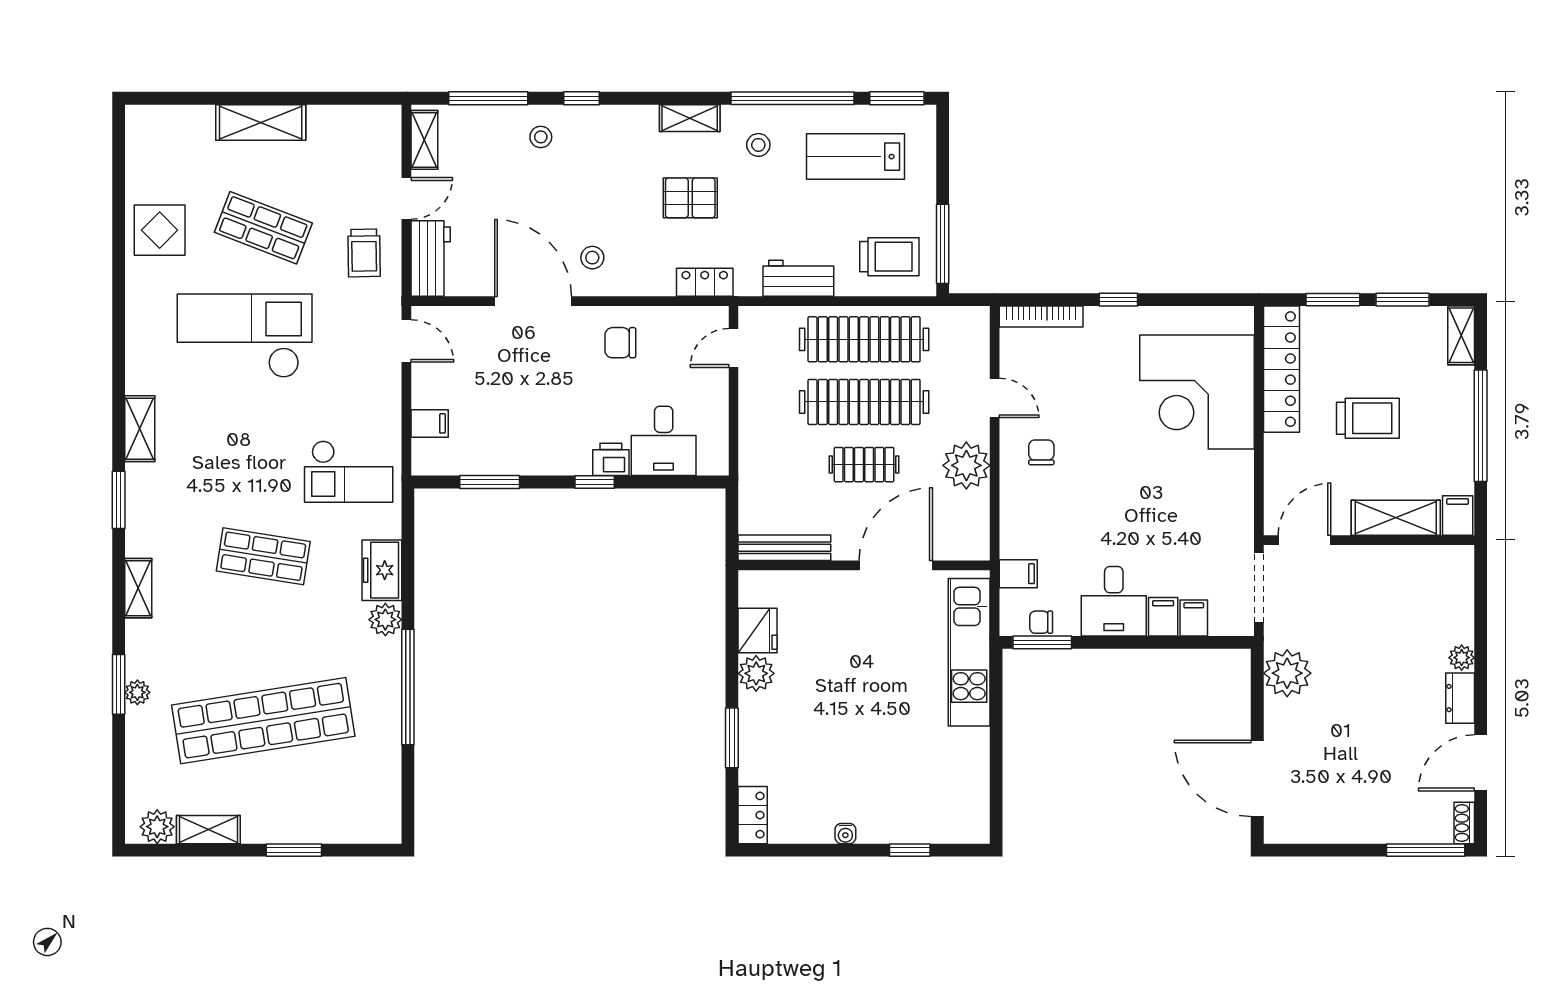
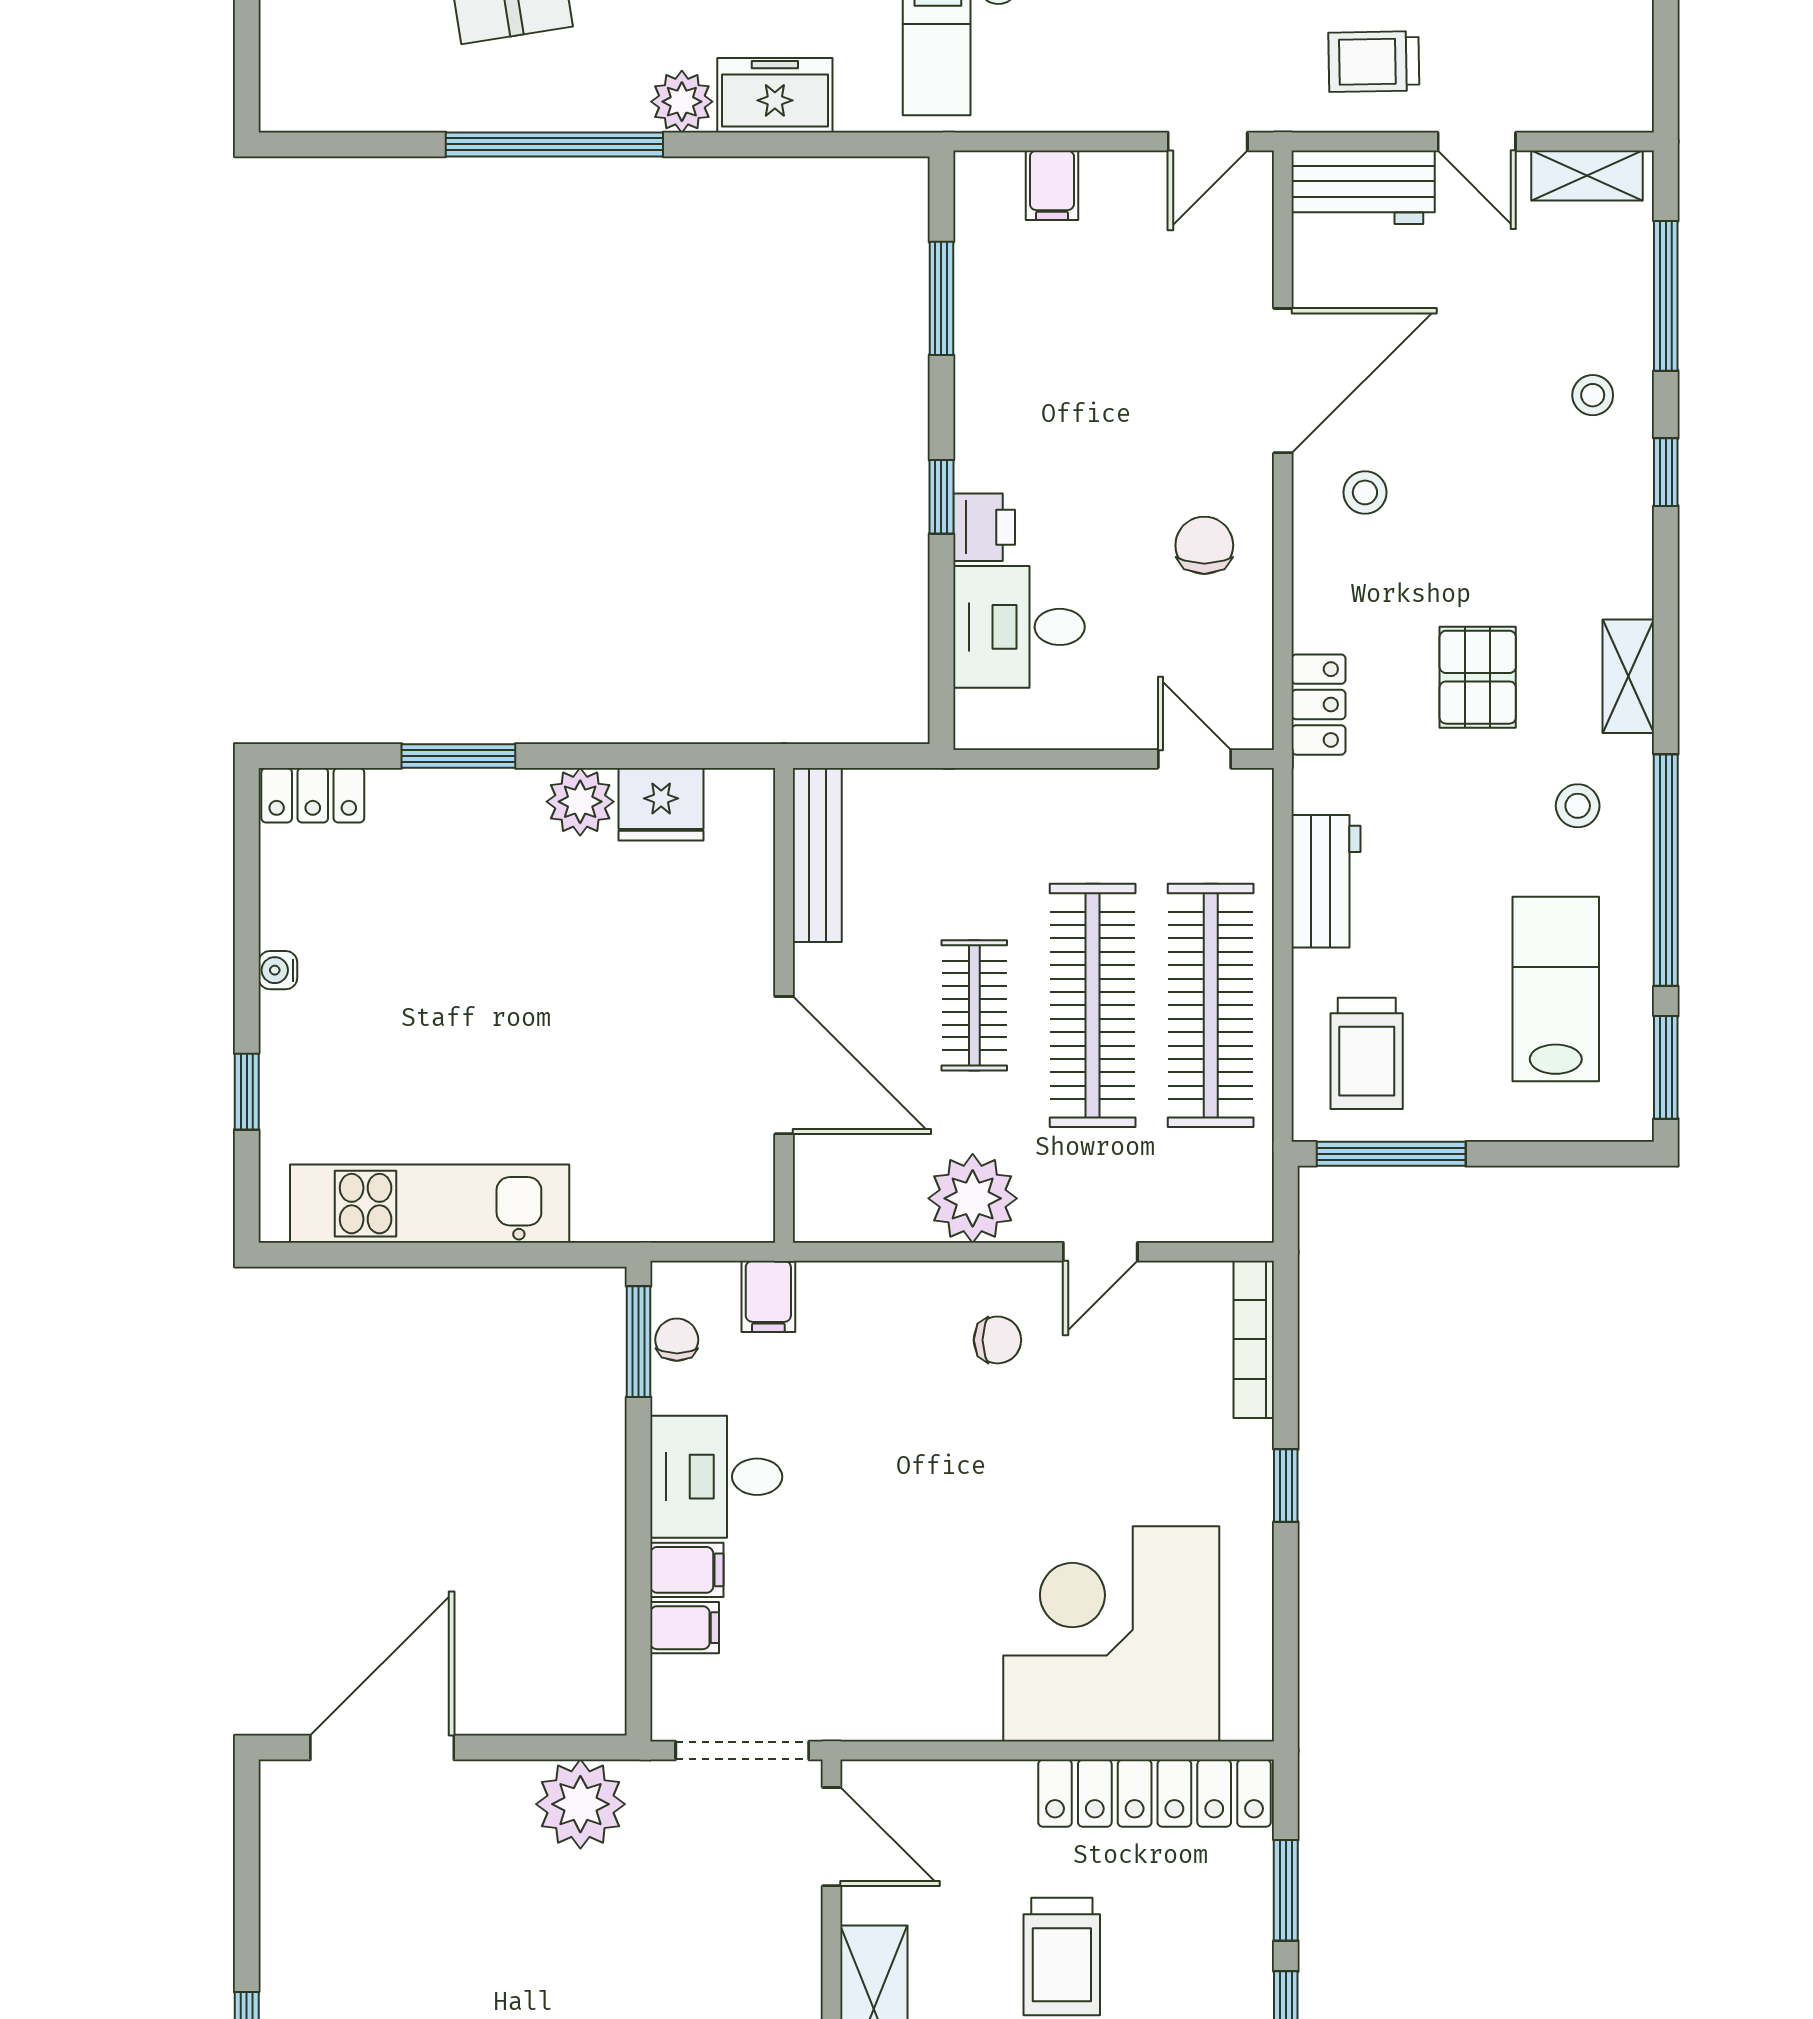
kitchen unit: (969, 652) -> (430, 1204), moved

